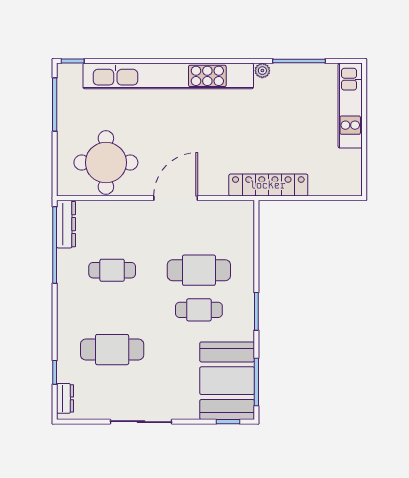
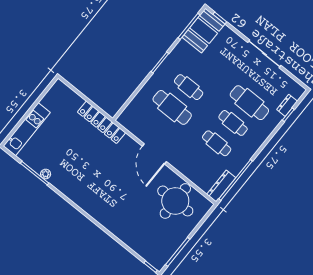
plant: (262, 71) -> (46, 174), moved
kitchen unit: (168, 76) -> (108, 220), removed
door: (176, 198) -> (154, 154), hinge flipped
cafe table: (112, 310) -> (233, 123), added
booth: (227, 381) -> (203, 31), width x0.73, depth x0.70
dresser: (65, 398) -> (287, 105), moved

